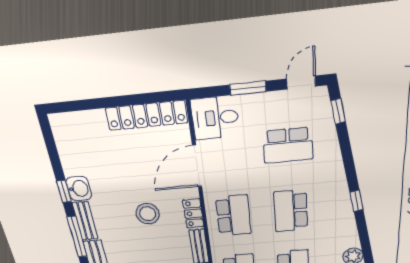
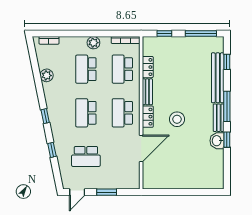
window: (338, 111) -> (52, 150), moved
locker: (147, 115) -> (166, 182), removed
desk: (215, 118) -> (127, 177), removed
school desk: (288, 145) -> (86, 156), turned 180
school desk: (291, 211) -> (86, 113), turned 180

